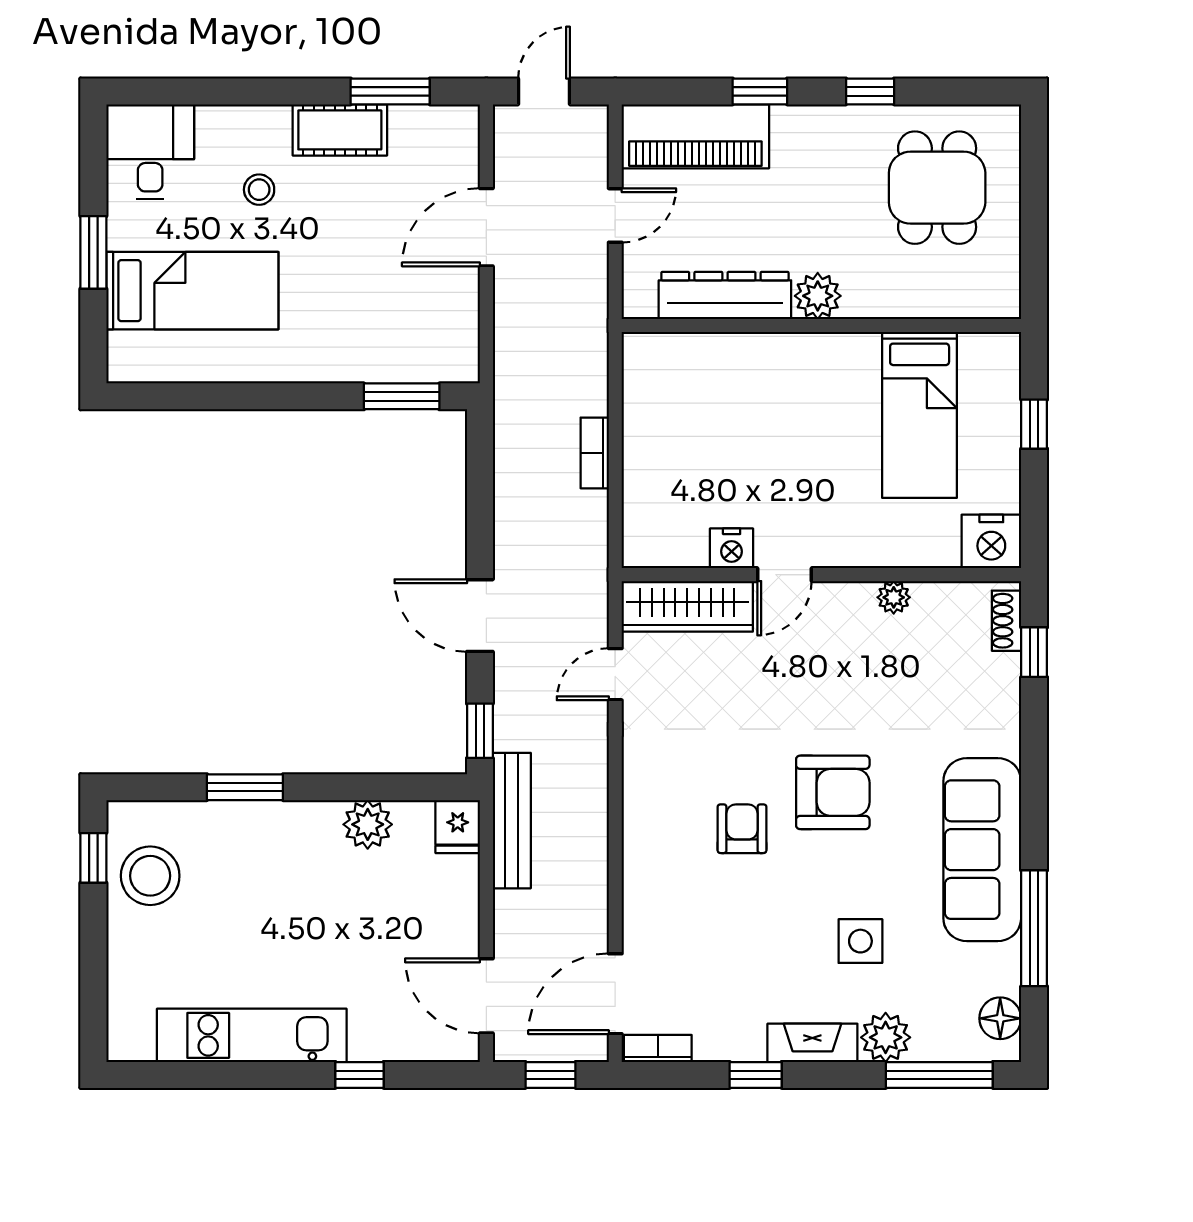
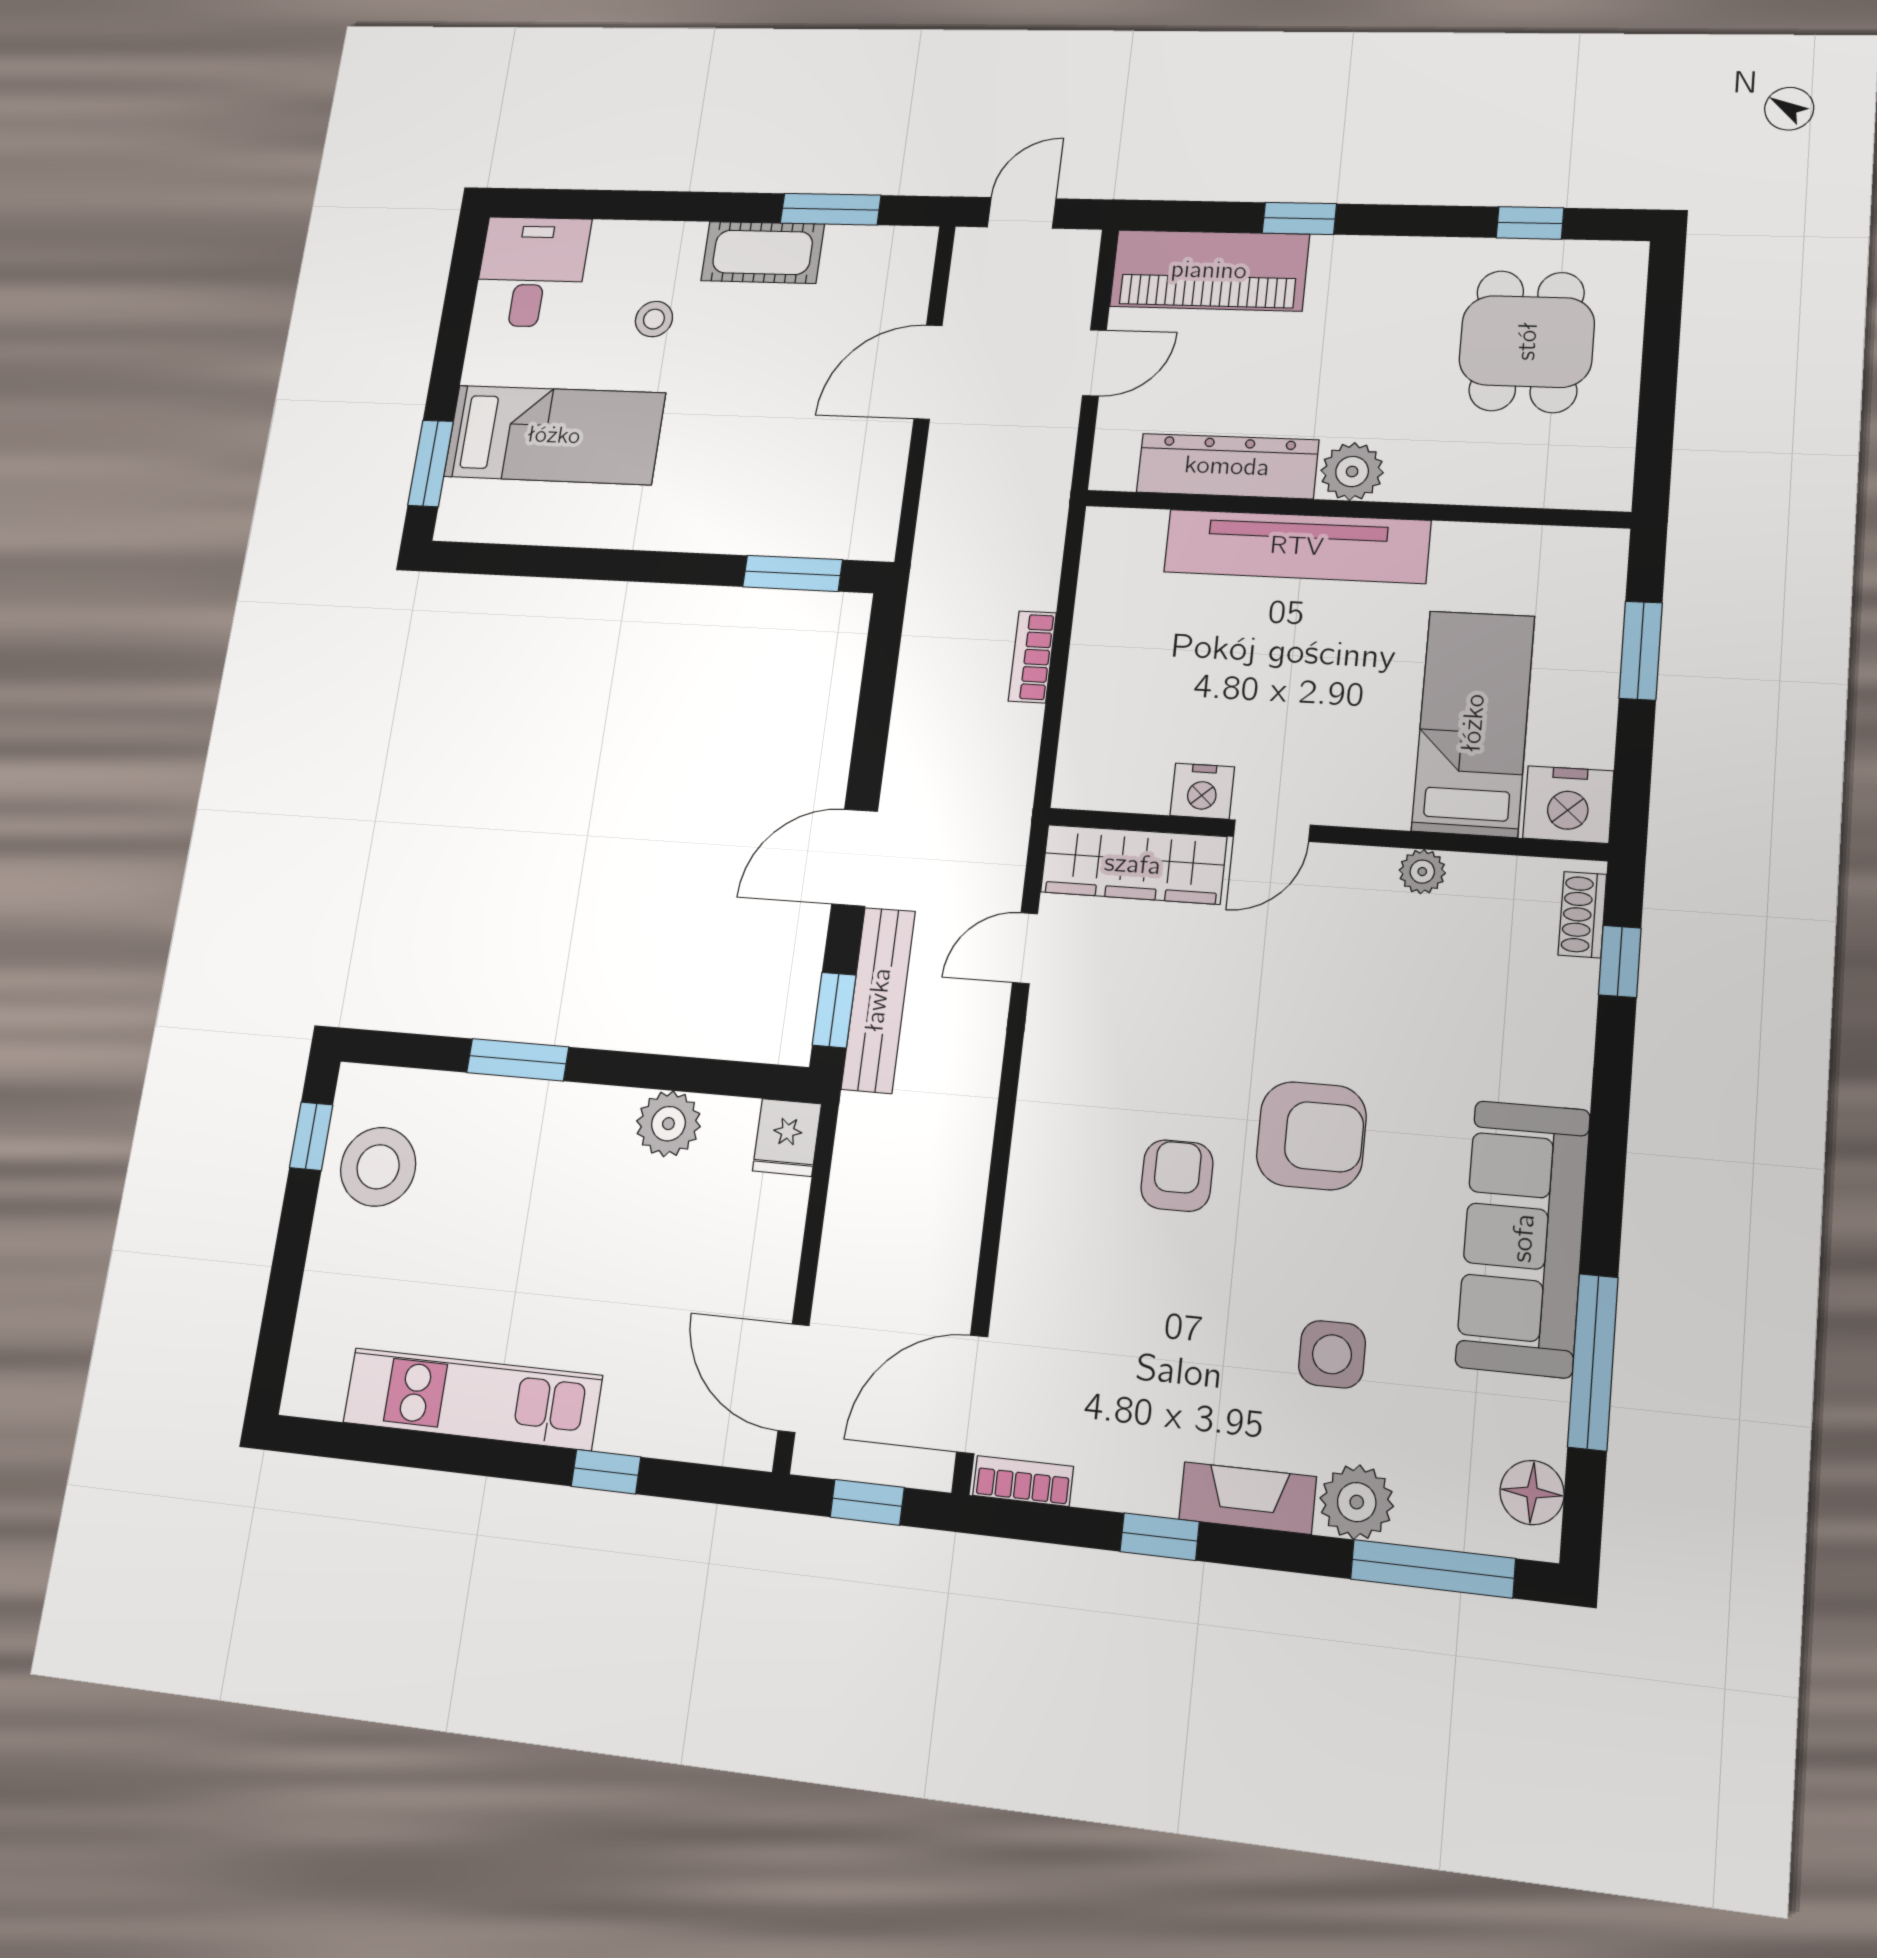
window: (870, 91) -> (1530, 223), moved
window: (93, 252) -> (431, 463), moved
tv unit: (782, 357) -> (1297, 546), added
bed: (920, 415) -> (1473, 723), moved, turned 180
window: (1034, 424) -> (1641, 651), width x1.50
door: (480, 616) -> (855, 858), hinge flipped
bench: (512, 821) -> (878, 1000), moved

